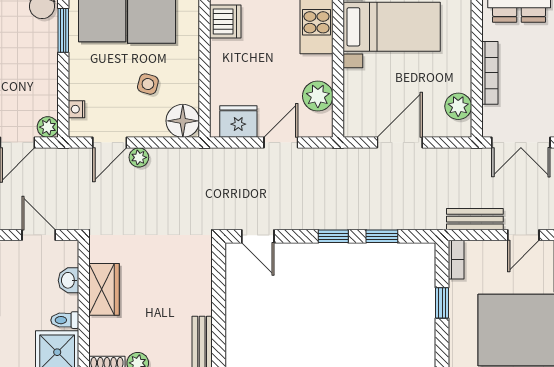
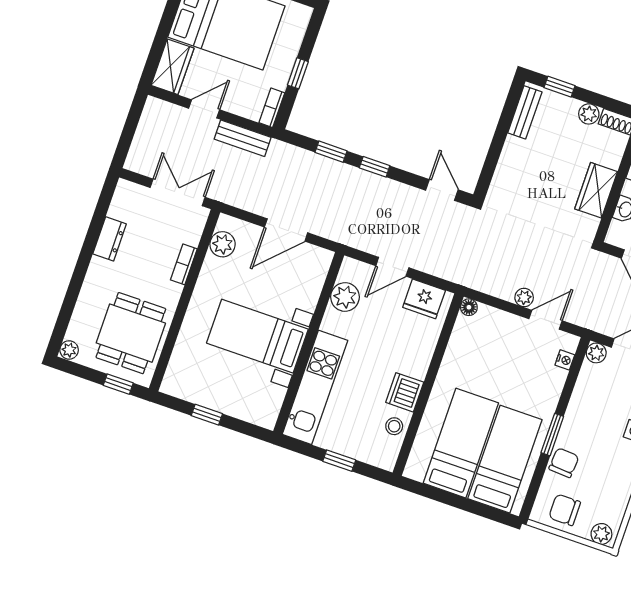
bookcase: (490, 73) -> (184, 264), width x0.64
side table: (148, 84) -> (493, 360), removed
floor lamp: (183, 121) -> (469, 307), width x0.53, depth x0.53

